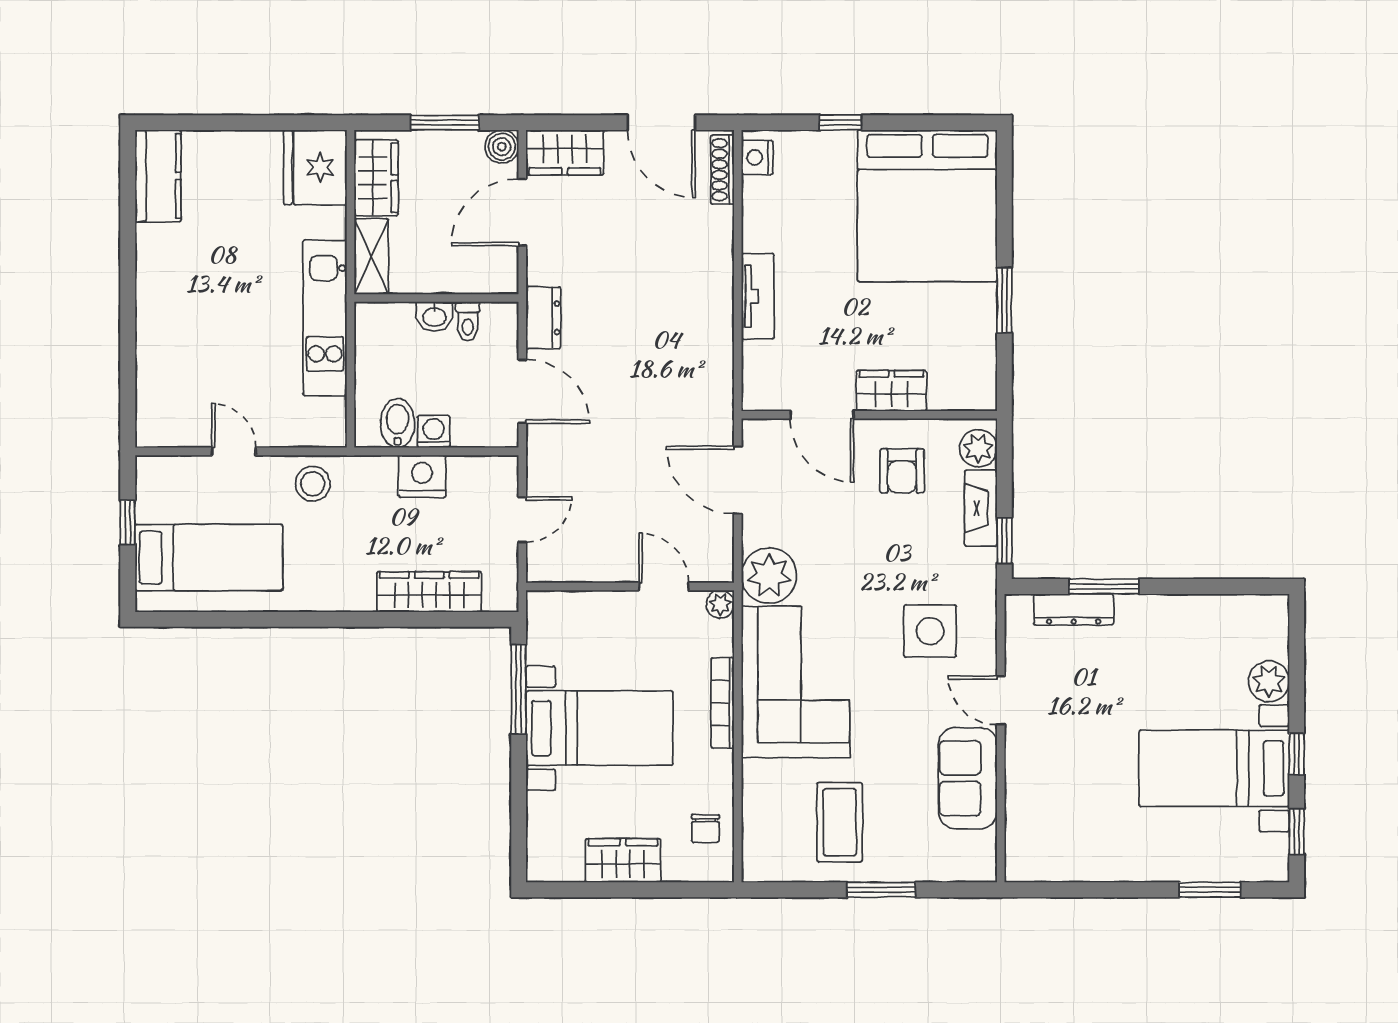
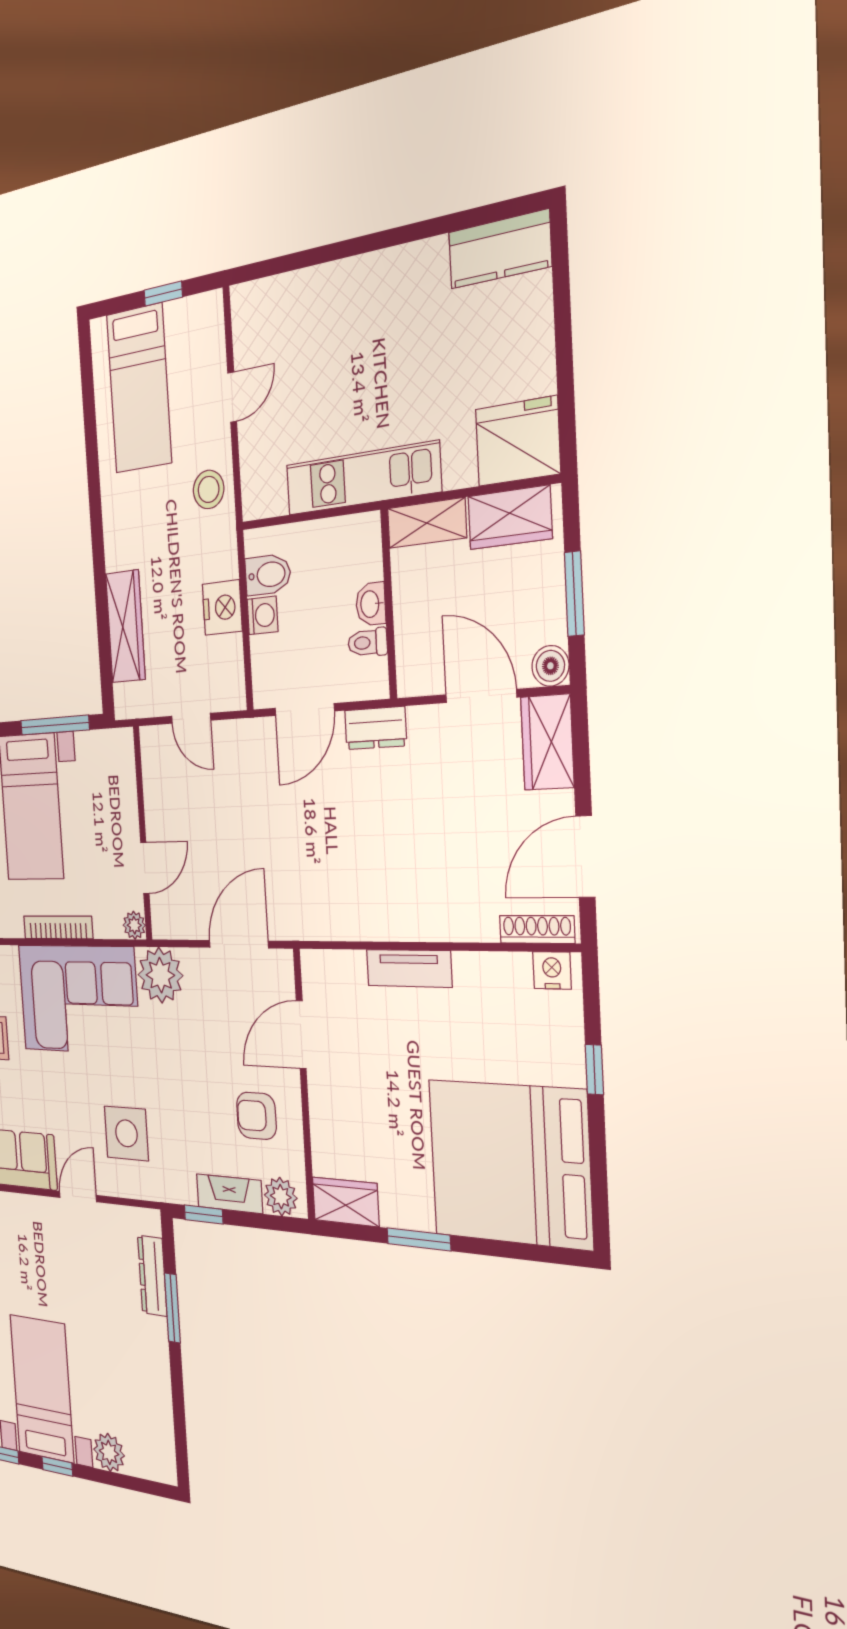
wardrobe: (891, 391) -> (346, 1202), moved, turned -90

